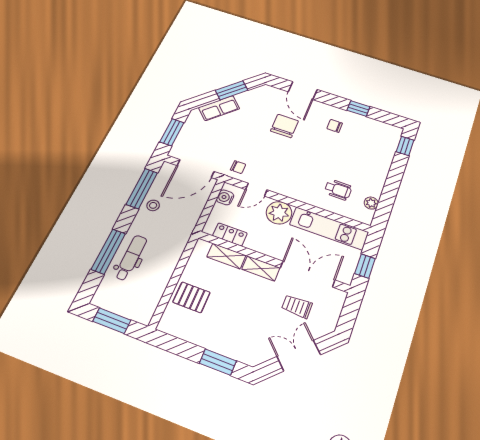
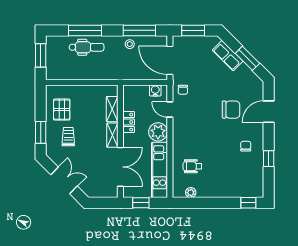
wheelchair: (338, 190) -> (192, 166), turned 90
locker: (230, 234) -> (129, 122), moved
pallet: (191, 297) -> (62, 110), moved
trolley: (297, 306) -> (68, 137), moved

